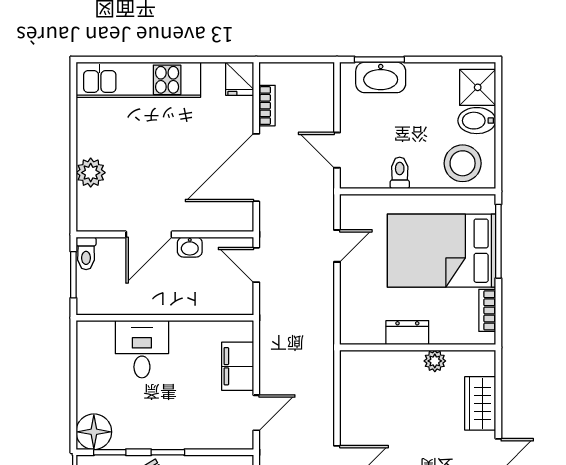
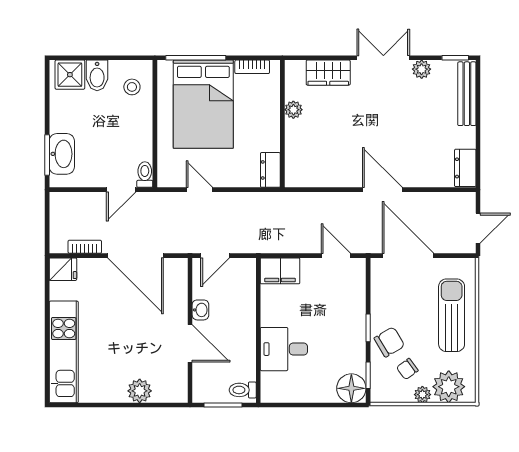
stool: (463, 163) -> (132, 87), width x0.53, depth x0.53
toilet: (400, 173) -> (145, 175), moved, turned 90
toilet: (86, 253) -> (243, 390), moved, turned 180
dresser: (407, 333) -> (270, 170), moved
filing cabinet: (238, 366) -> (280, 271), moved

